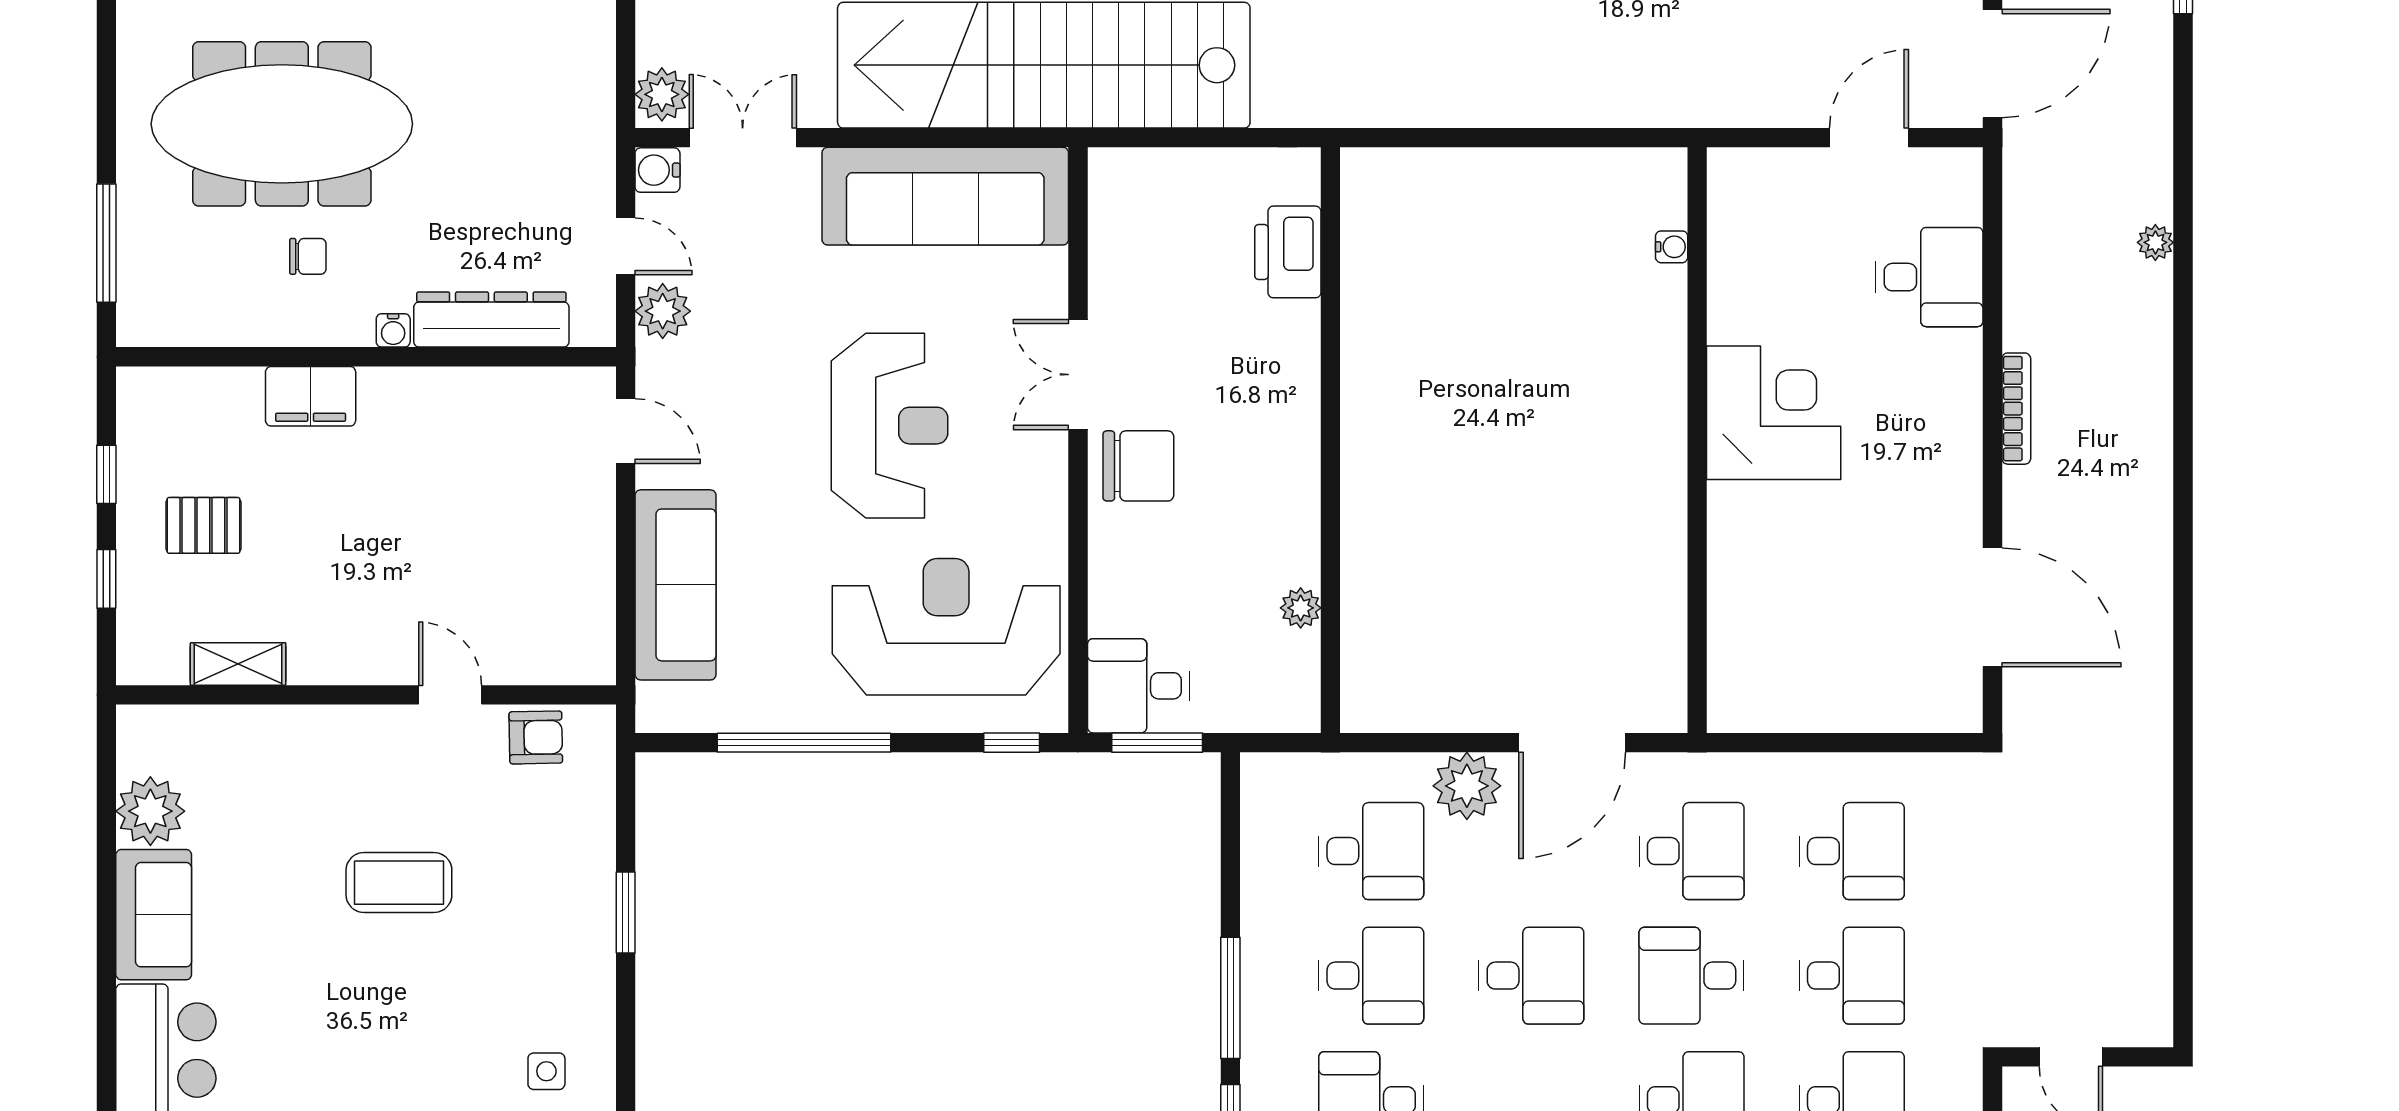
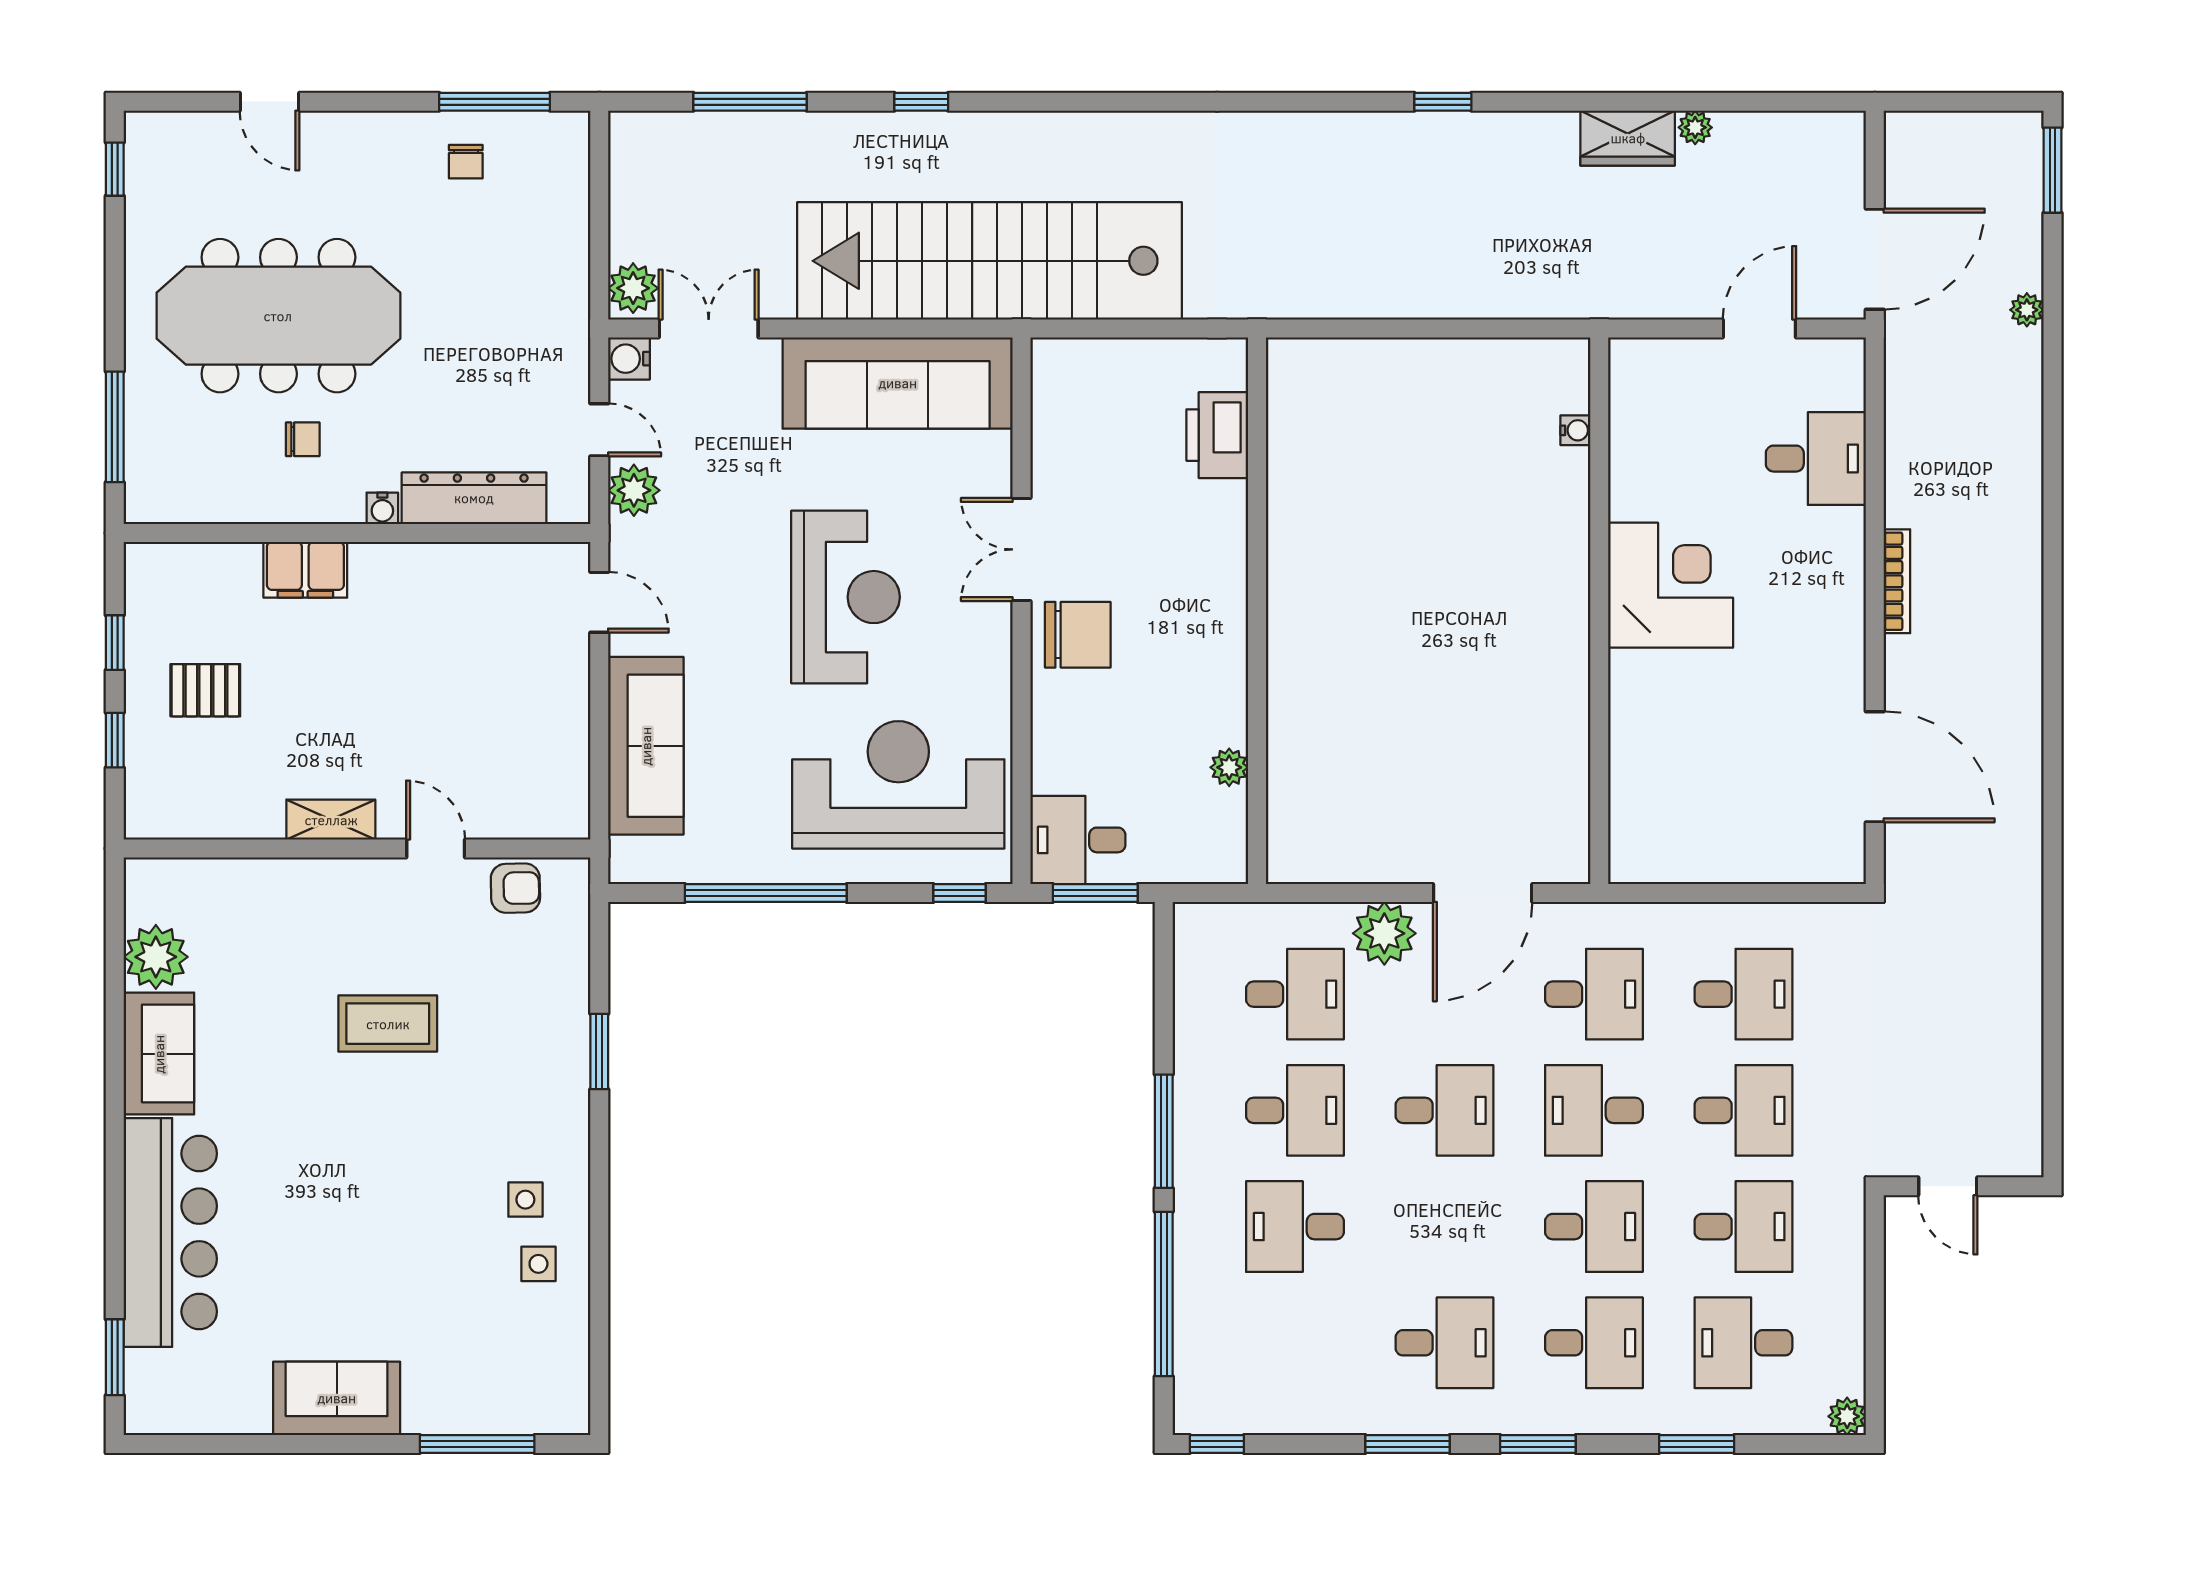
plant: (2155, 242) -> (2027, 310), moved
shelving: (238, 664) -> (331, 820), moved

